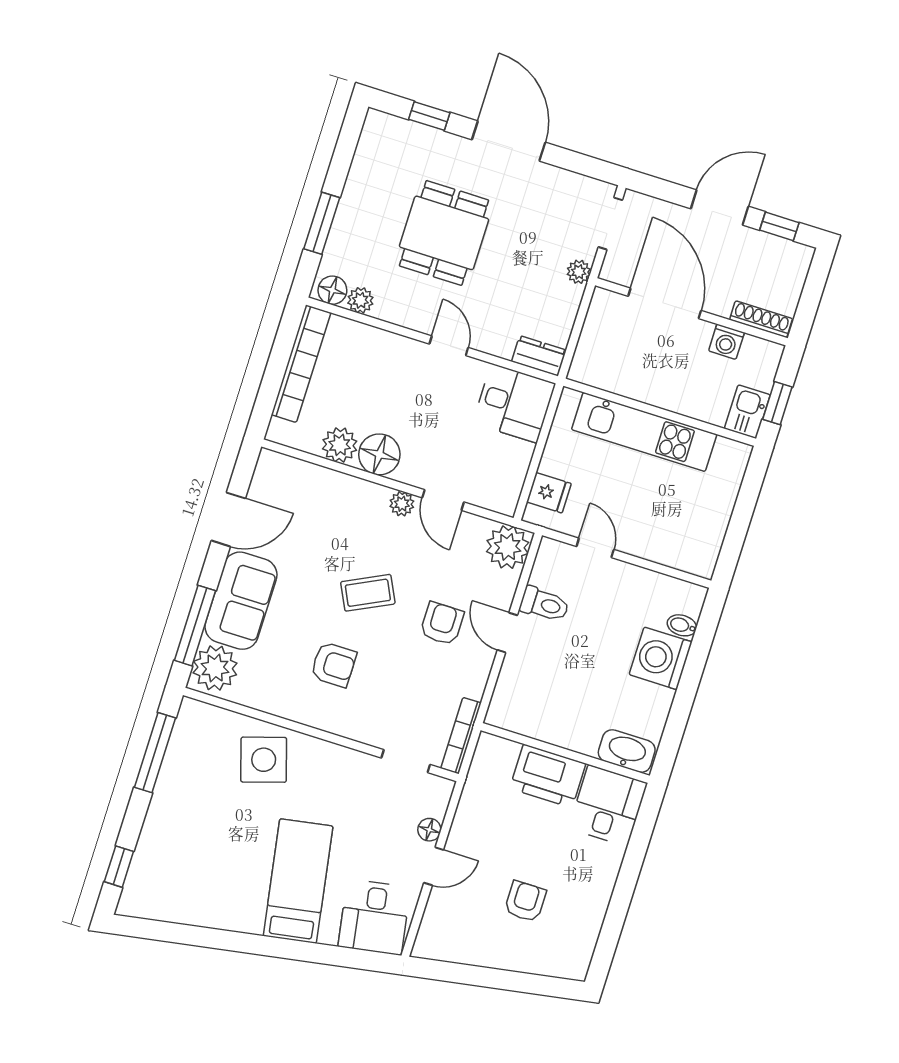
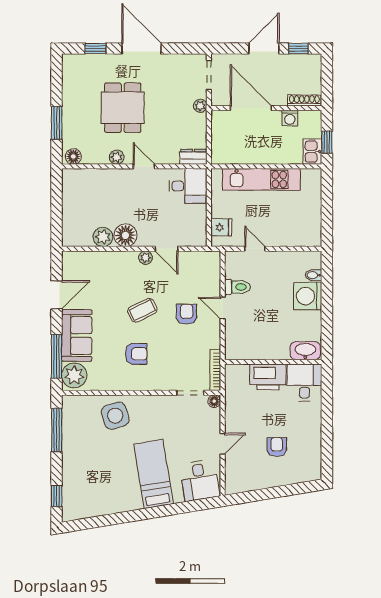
plant: (360, 300) -> (117, 157), moved
bookcase: (301, 364) -> (69, 200), removed
plant: (508, 547) -> (208, 263), removed
floor lamp: (429, 830) -> (214, 401), moved

